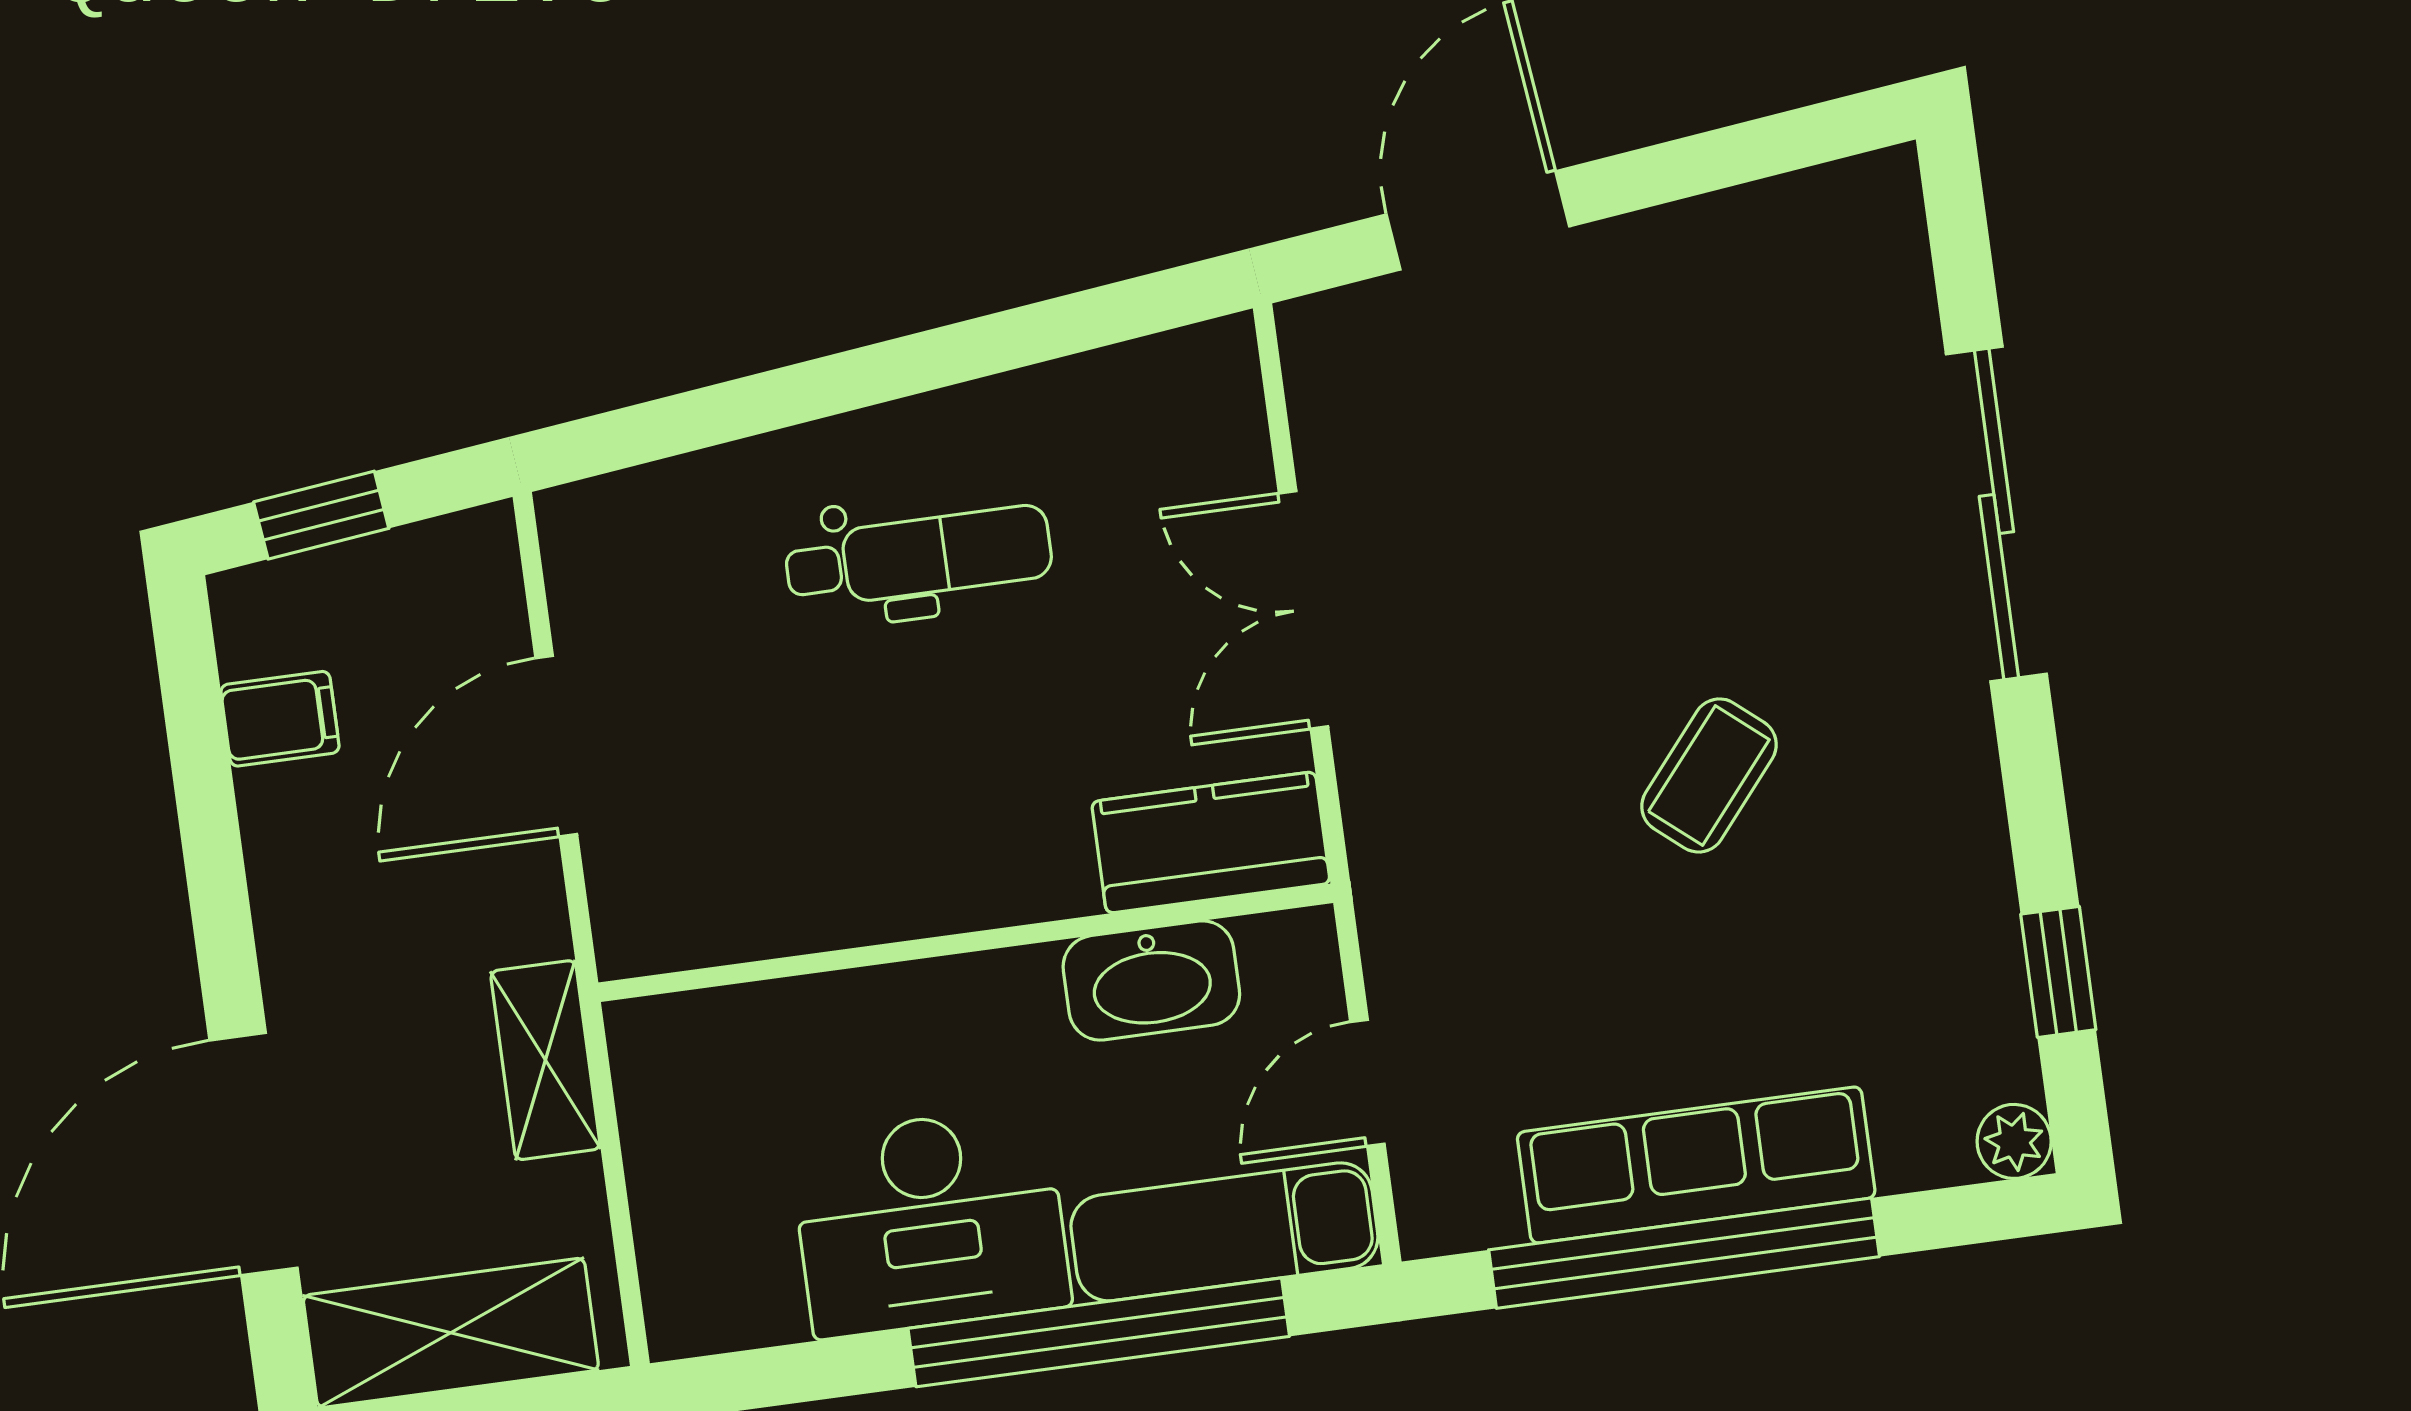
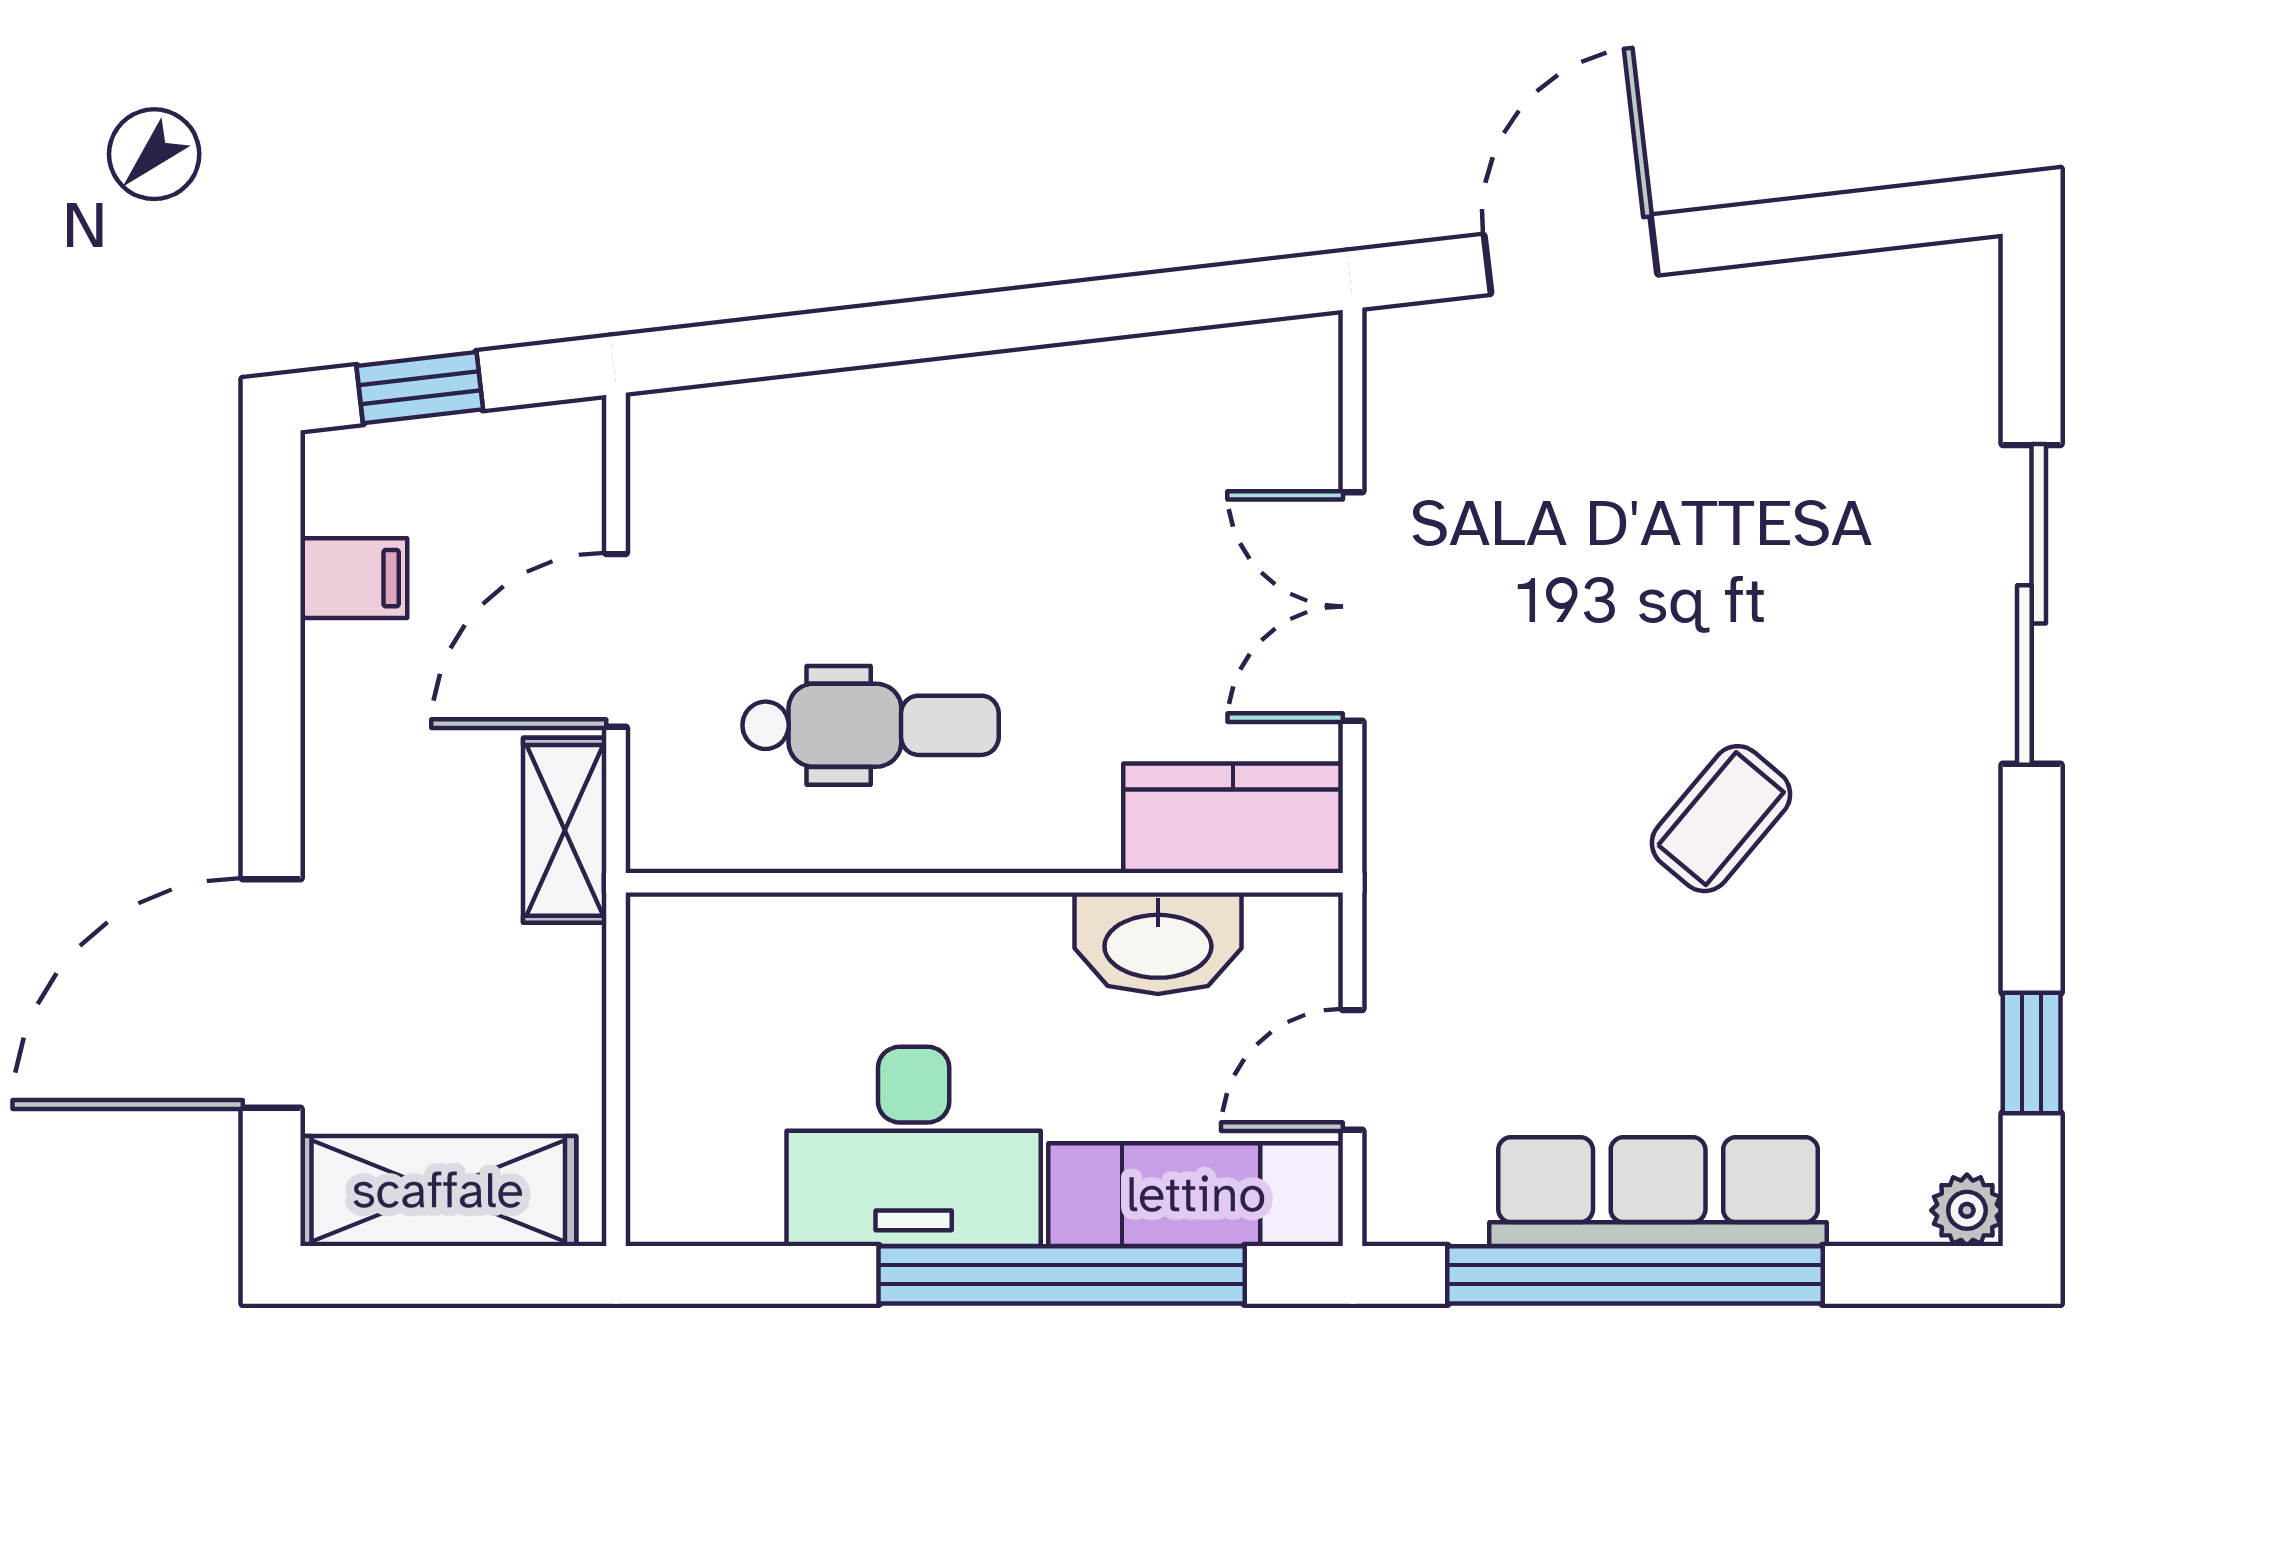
dental chair: (918, 557) -> (871, 725), moved
shelving: (545, 1060) -> (565, 830), moved

